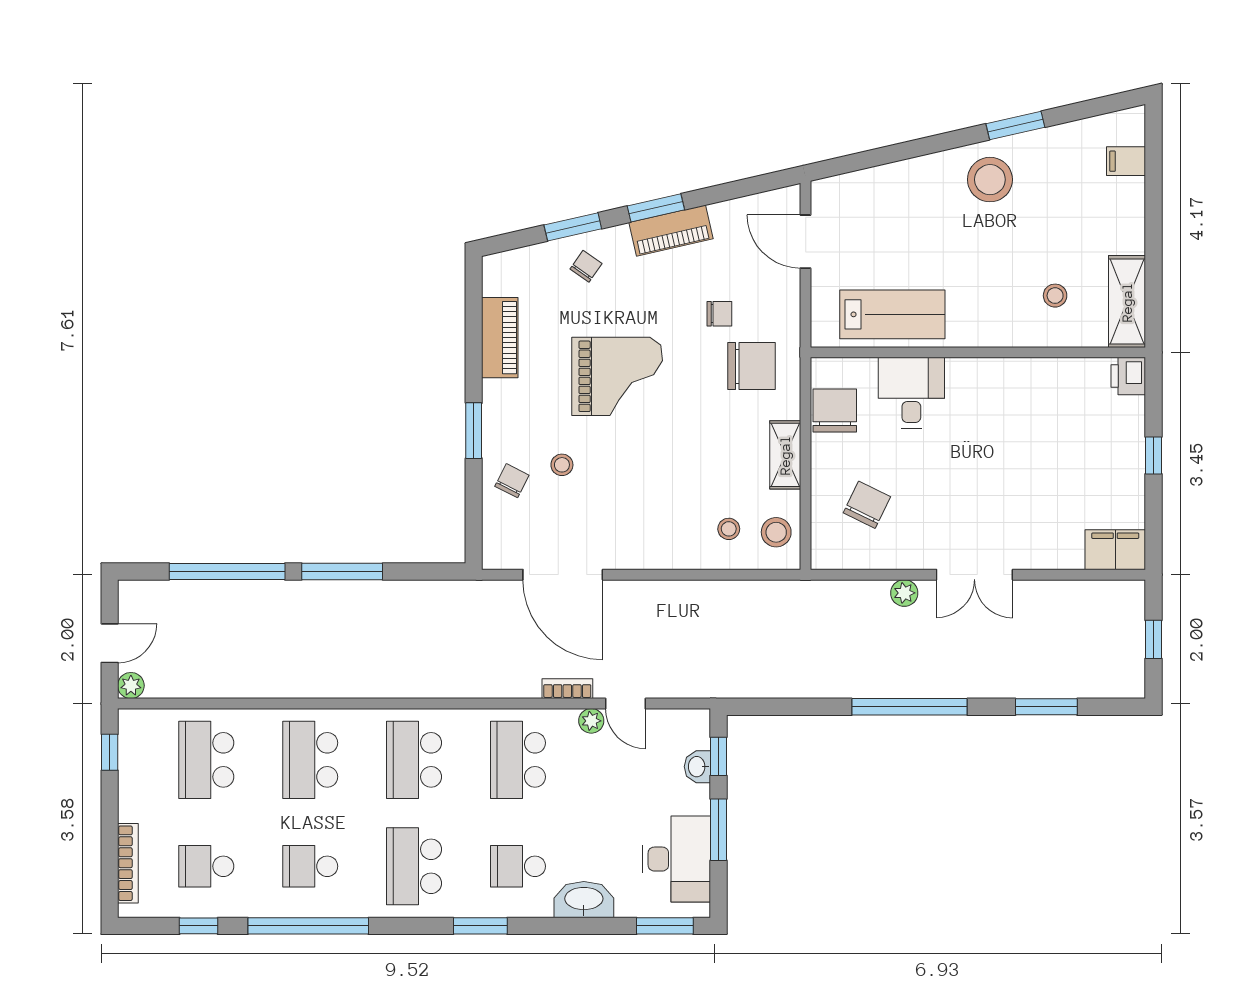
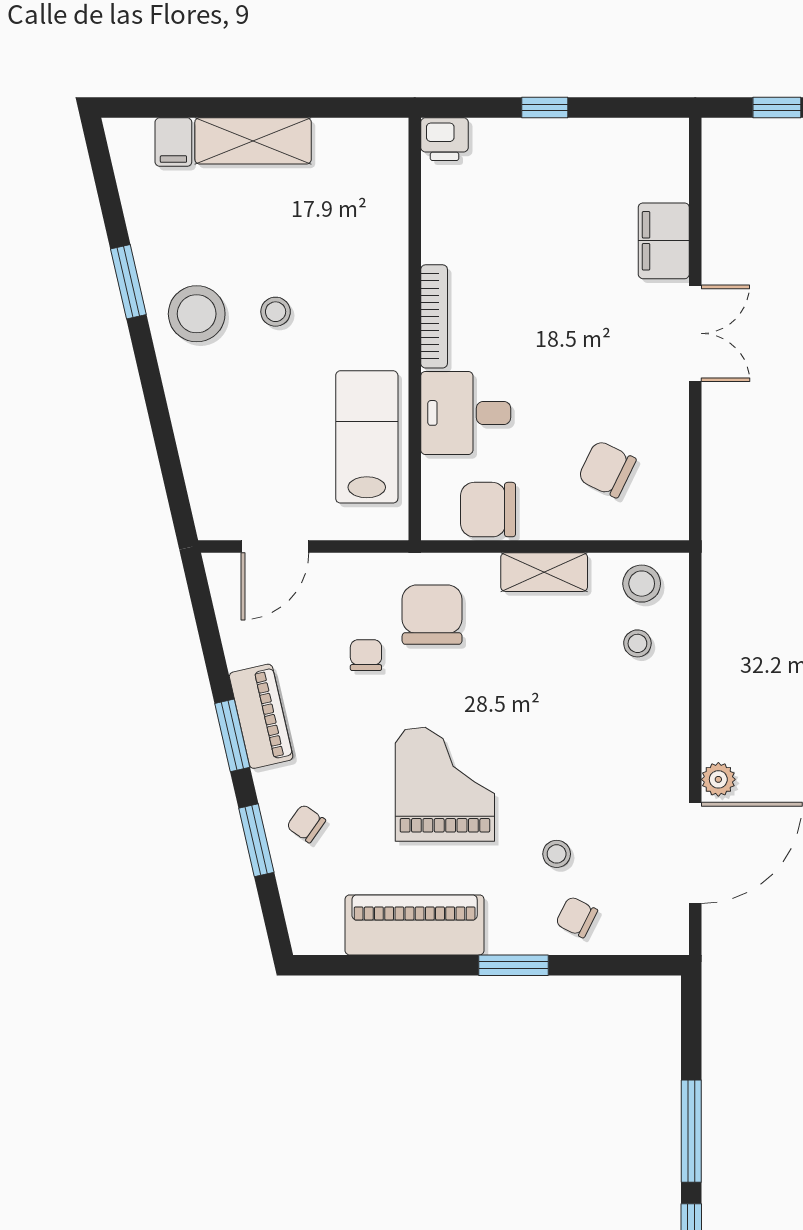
stool: (1055, 296) -> (276, 312), moved
shelving: (1127, 302) -> (253, 141), moved
piano: (500, 338) -> (415, 925), width x1.37, depth x1.33
bookcase: (988, 368) -> (434, 316), added
filing cabinet: (1115, 550) -> (664, 241), moved
plant: (904, 593) -> (718, 779), moved

